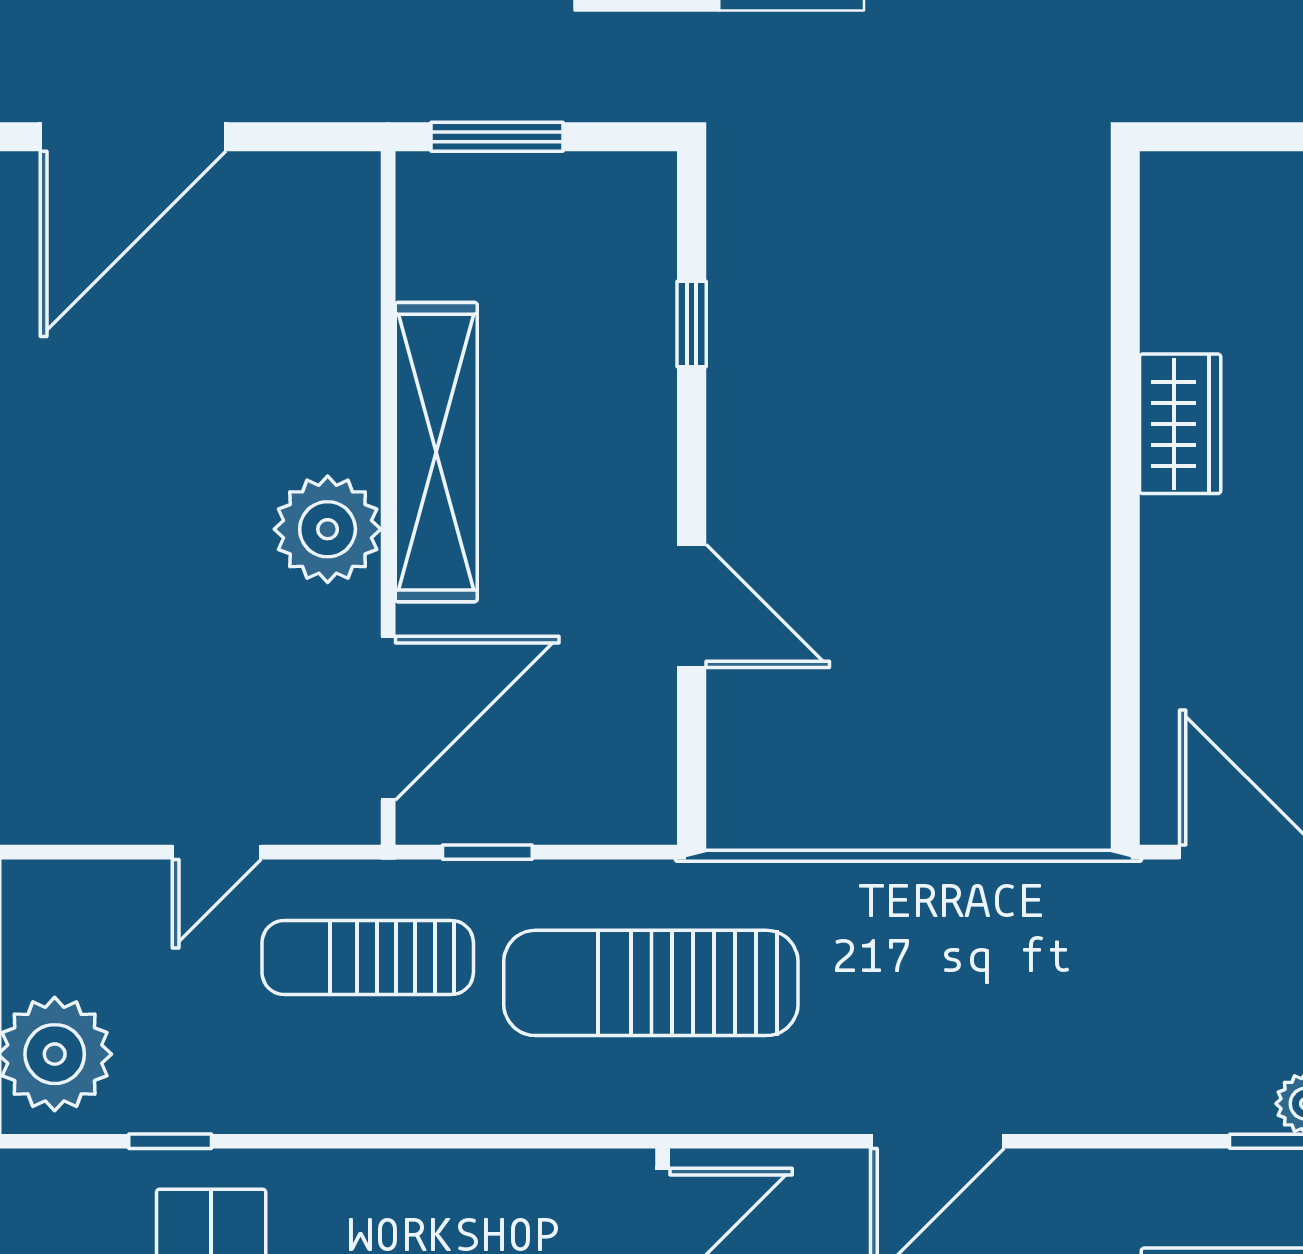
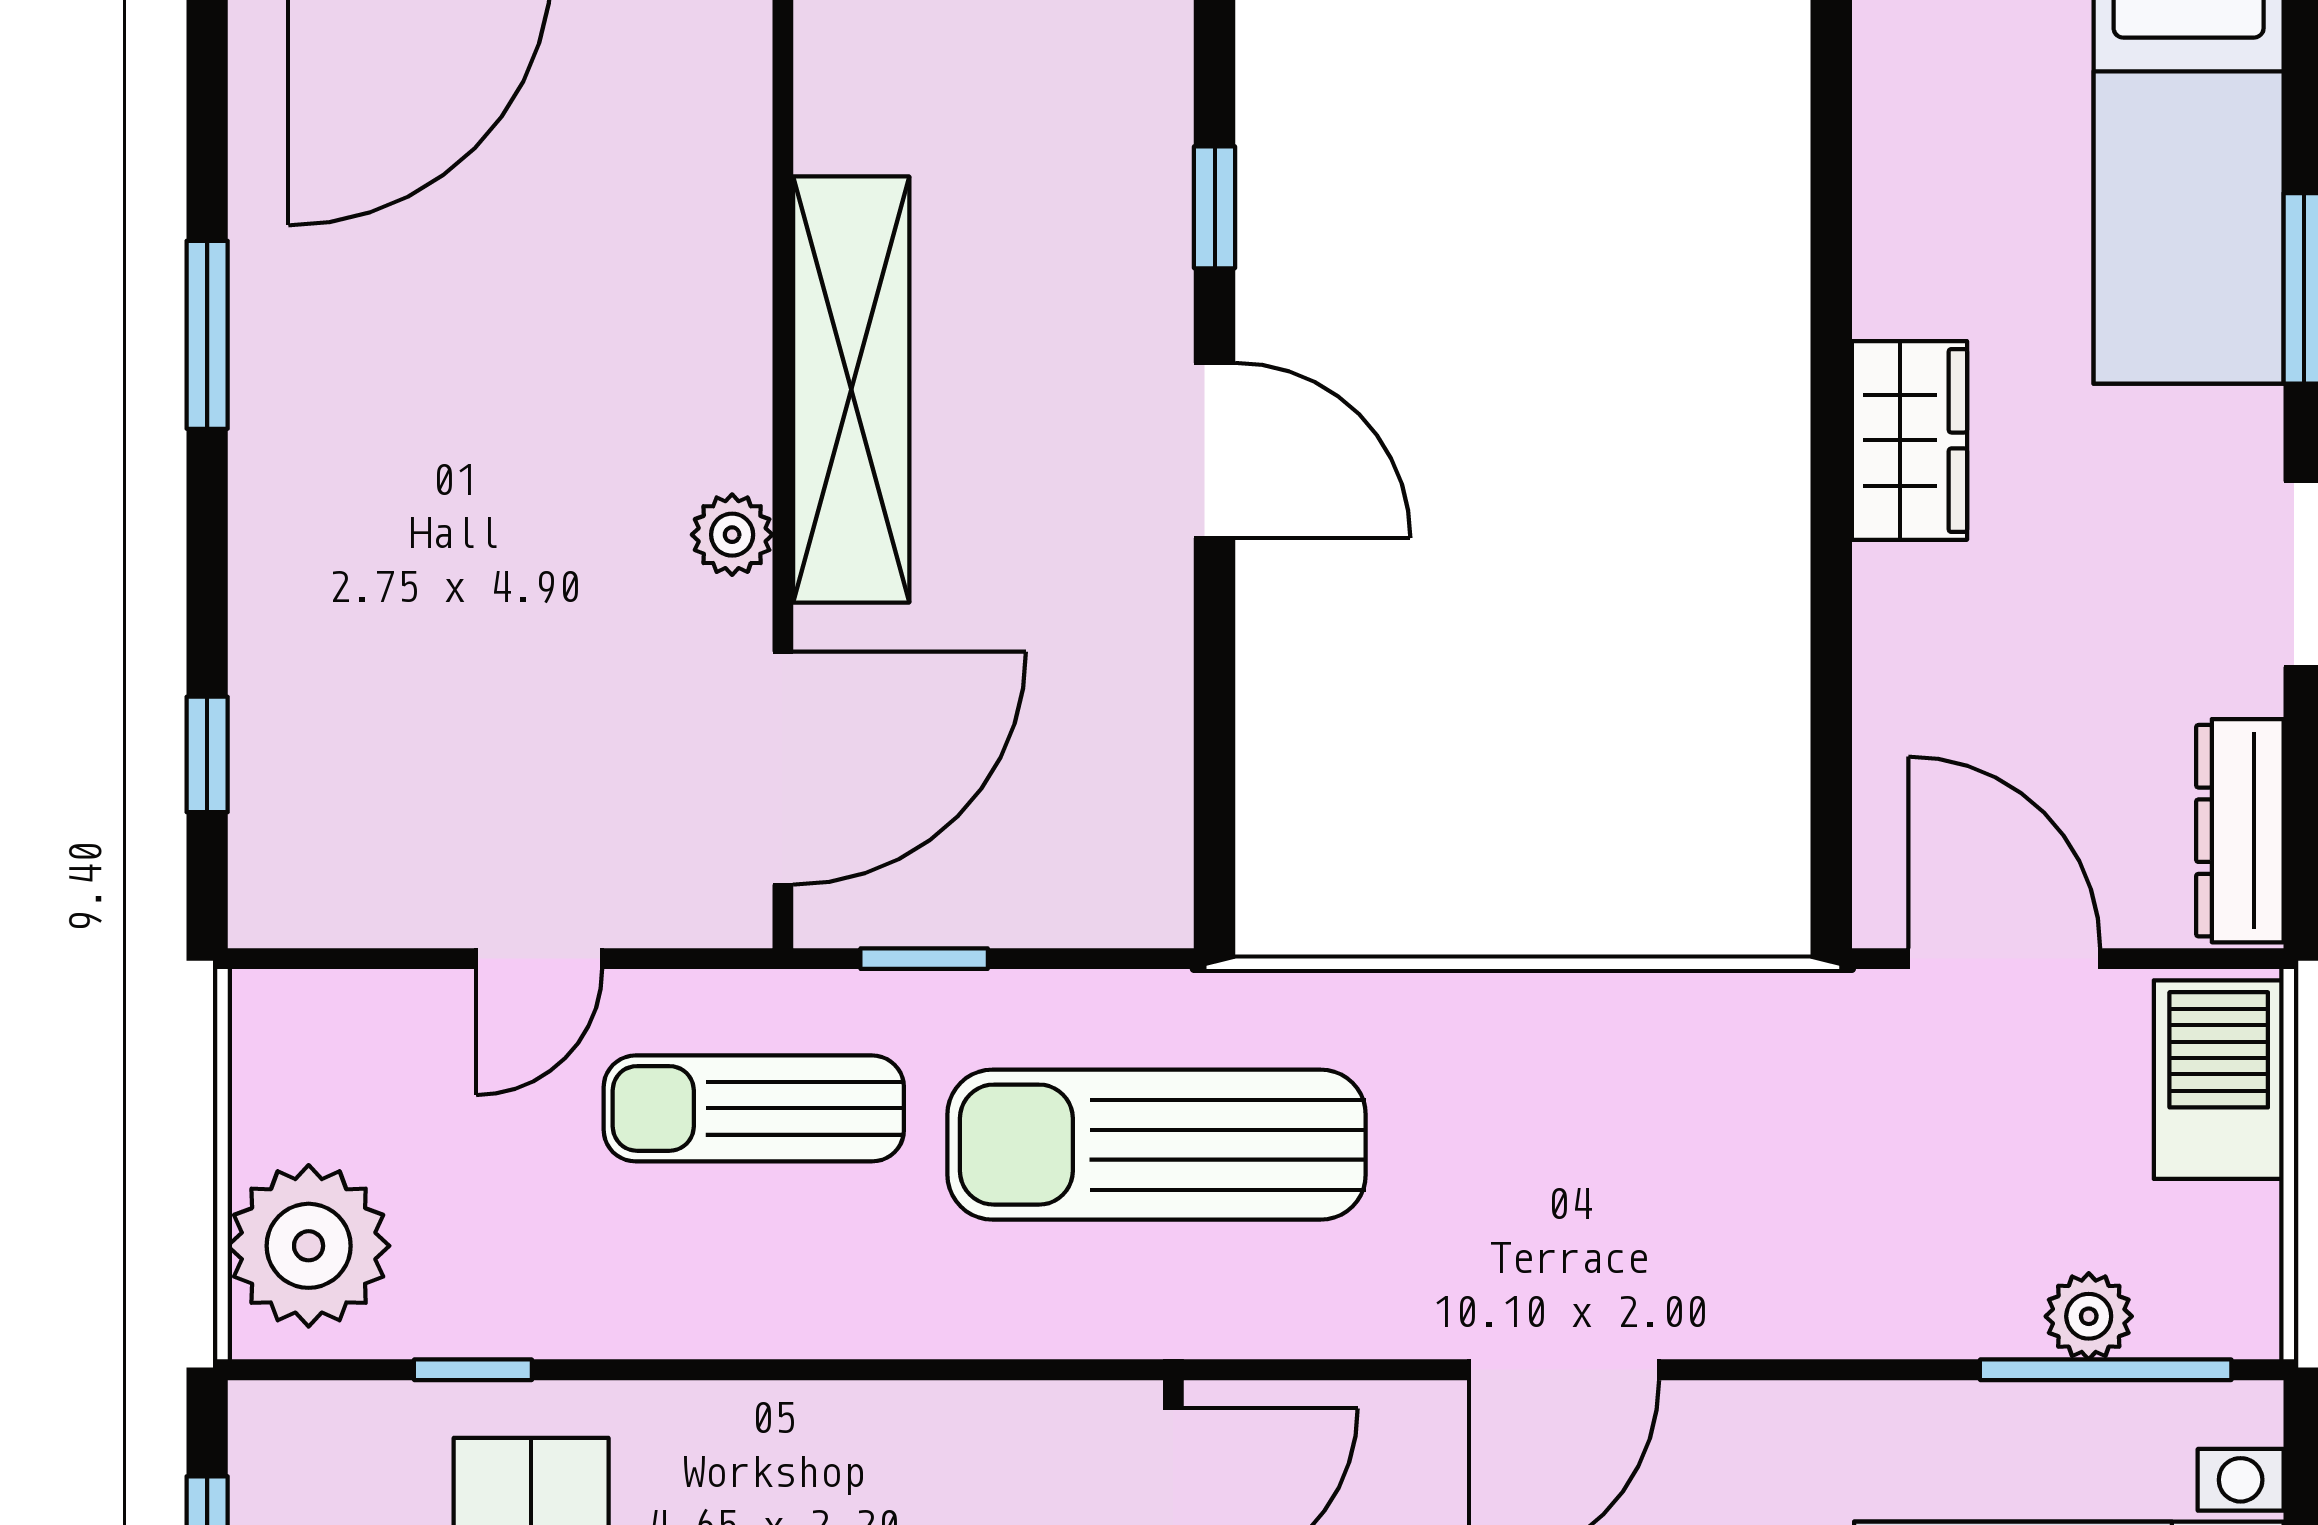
wardrobe: (1180, 424) -> (1909, 440), moved
plant: (328, 529) -> (732, 535), width x0.53, depth x0.53
door: (692, 606) -> (1215, 450), moved

